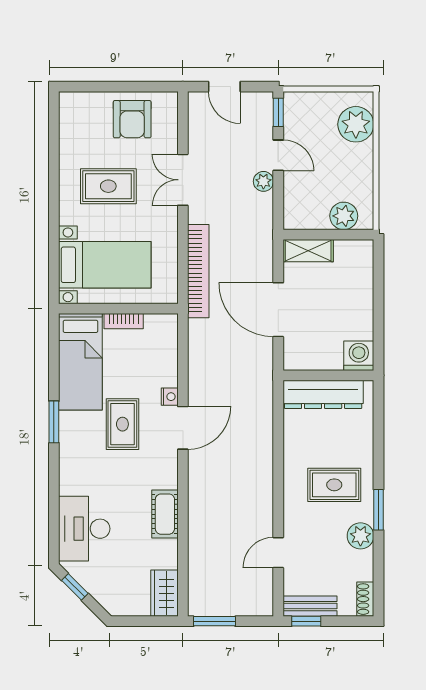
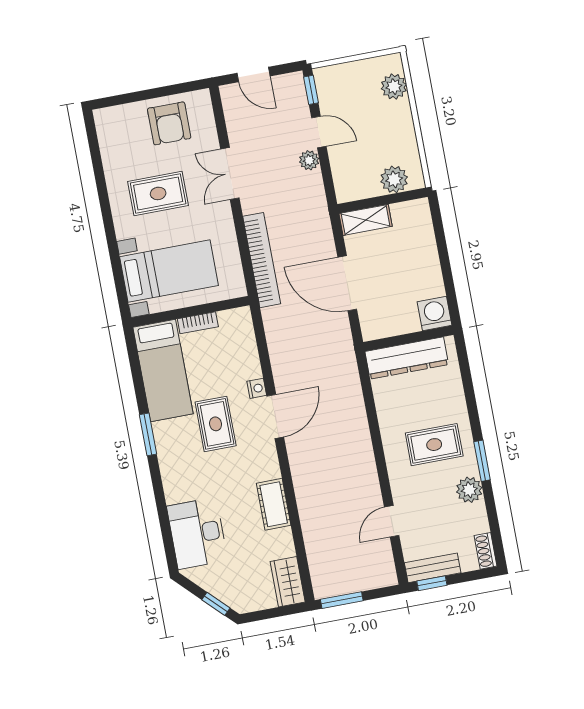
plant: (356, 124) -> (394, 87), width x0.73, depth x0.73
window: (75, 587) -> (216, 604), moved

